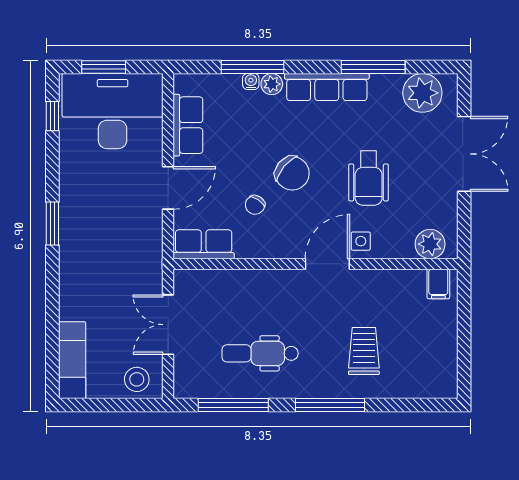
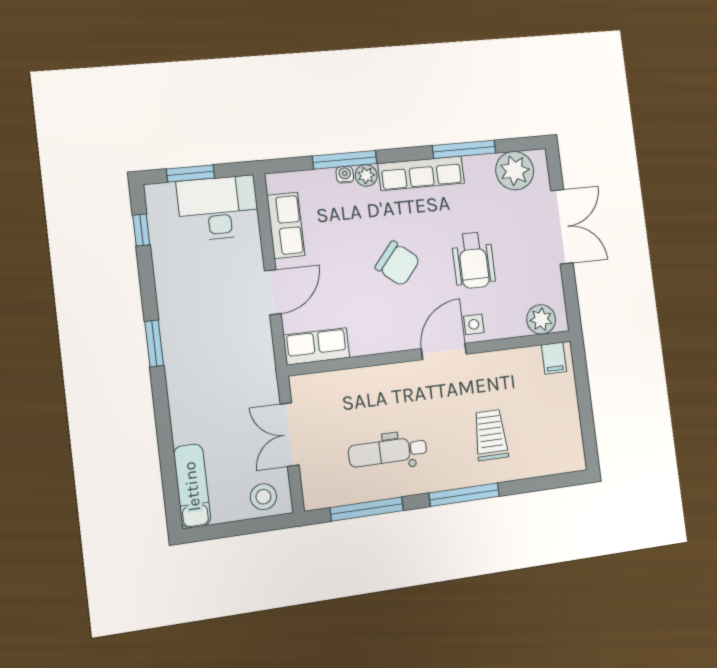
desk: (113, 111) -> (218, 208), width x0.73, depth x0.77
chair: (255, 205) -> (364, 300), removed

